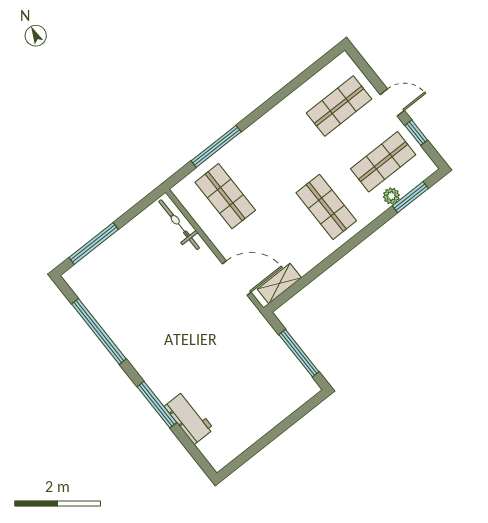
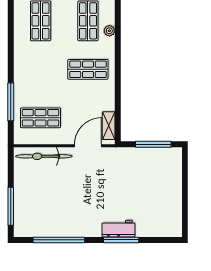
window: (410, 197) -> (118, 21), removed
bicycle: (179, 225) -> (44, 156), width x1.37, depth x1.40
workbench: (189, 418) -> (118, 229), moved

